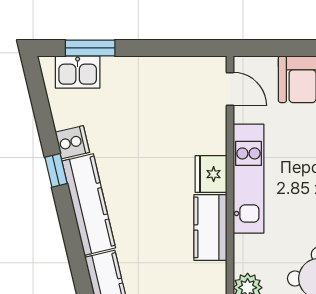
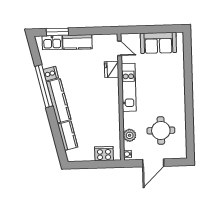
window: (56, 170) -> (44, 86), width x3.17
fridge: (211, 174) -> (112, 69), moved
kitchen counter: (210, 227) -> (77, 42), moved, turned -90

